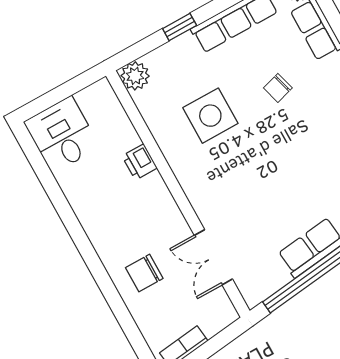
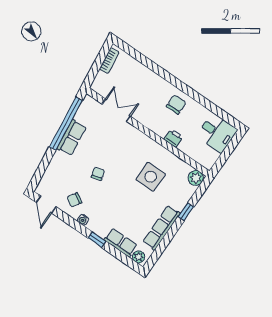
chair: (278, 88) -> (98, 174), moved
chair: (144, 273) -> (176, 104), moved

